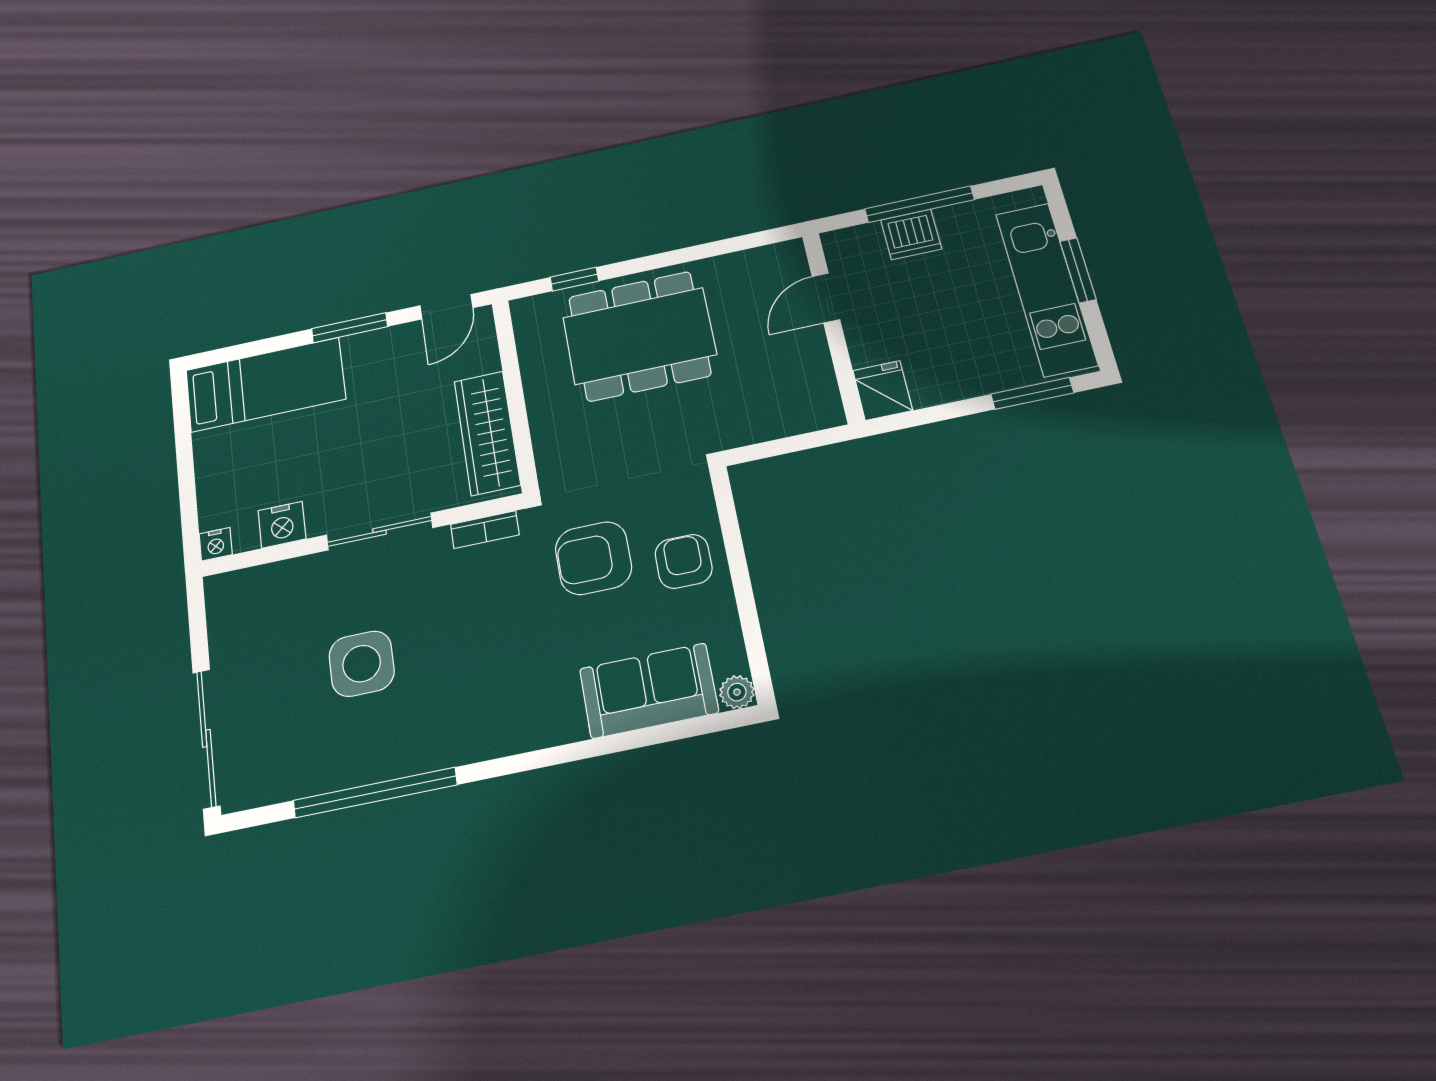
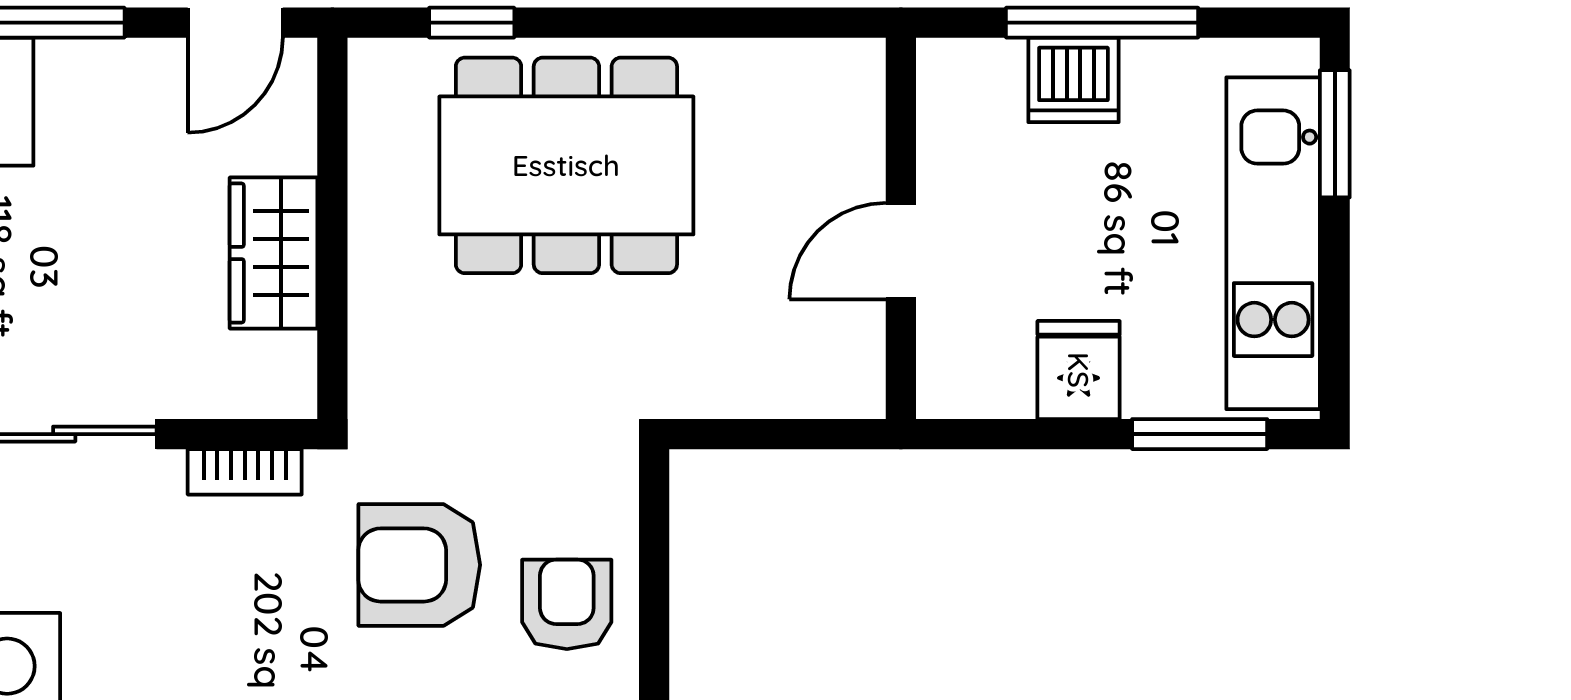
window: (1078, 270) -> (1335, 134), moved
door: (826, 298) -> (901, 251), moved
fridge: (883, 390) -> (1079, 370), moved
wardrobe: (487, 433) -> (274, 253), width x0.67

